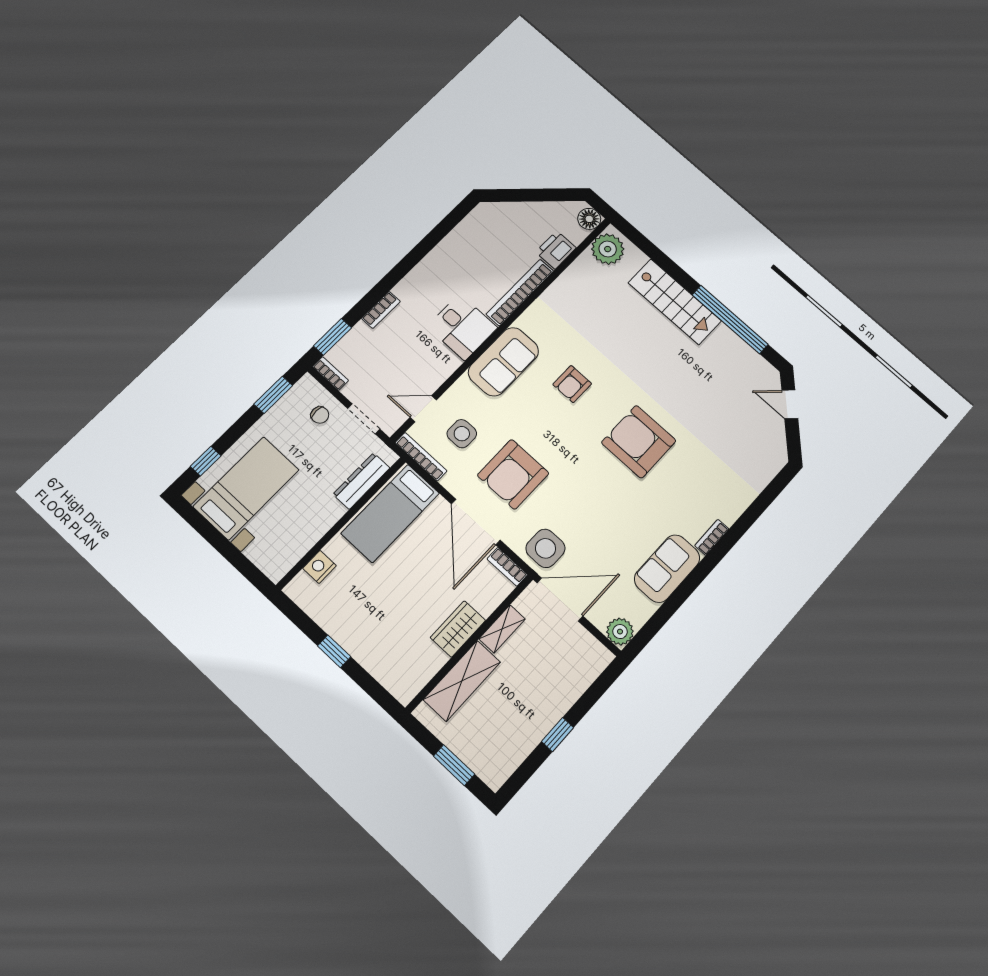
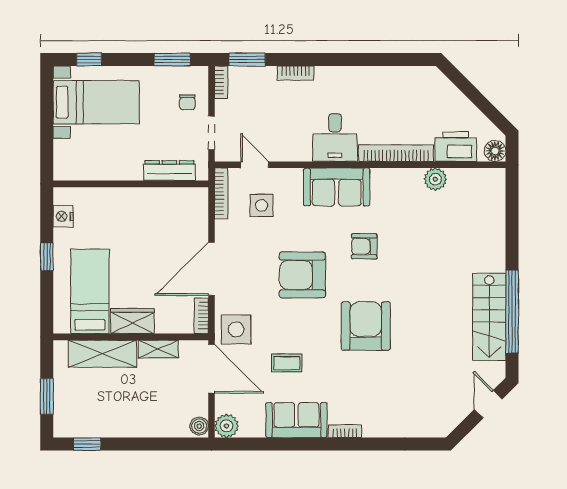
plant: (608, 249) -> (435, 179), moved, width x0.73, depth x0.73
printer: (556, 250) -> (456, 147), width x1.37, depth x1.19
stairs: (675, 302) -> (489, 317), moved
armchair: (513, 474) -> (302, 275), moved
bed: (390, 513) -> (90, 291), moved, turned 90
coffee table: (612, 533) -> (287, 363), added
nightstand: (319, 567) -> (63, 216), moved, turned -90
boiler: (599, 655) -> (199, 426), added
window: (558, 735) -> (87, 444), moved

